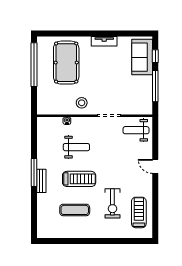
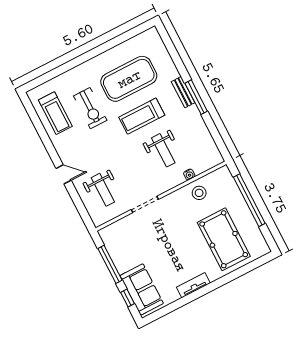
window: (34, 65) -> (249, 200), moved
stool: (82, 103) -> (199, 193), moved
weight bench: (136, 130) -> (103, 190), moved, turned 90
weight bench: (76, 147) -> (163, 150), turned -90
exercise bike: (112, 203) -> (90, 108), turned 180
exercise mat: (75, 210) -> (129, 79), width x2.00, depth x1.45

